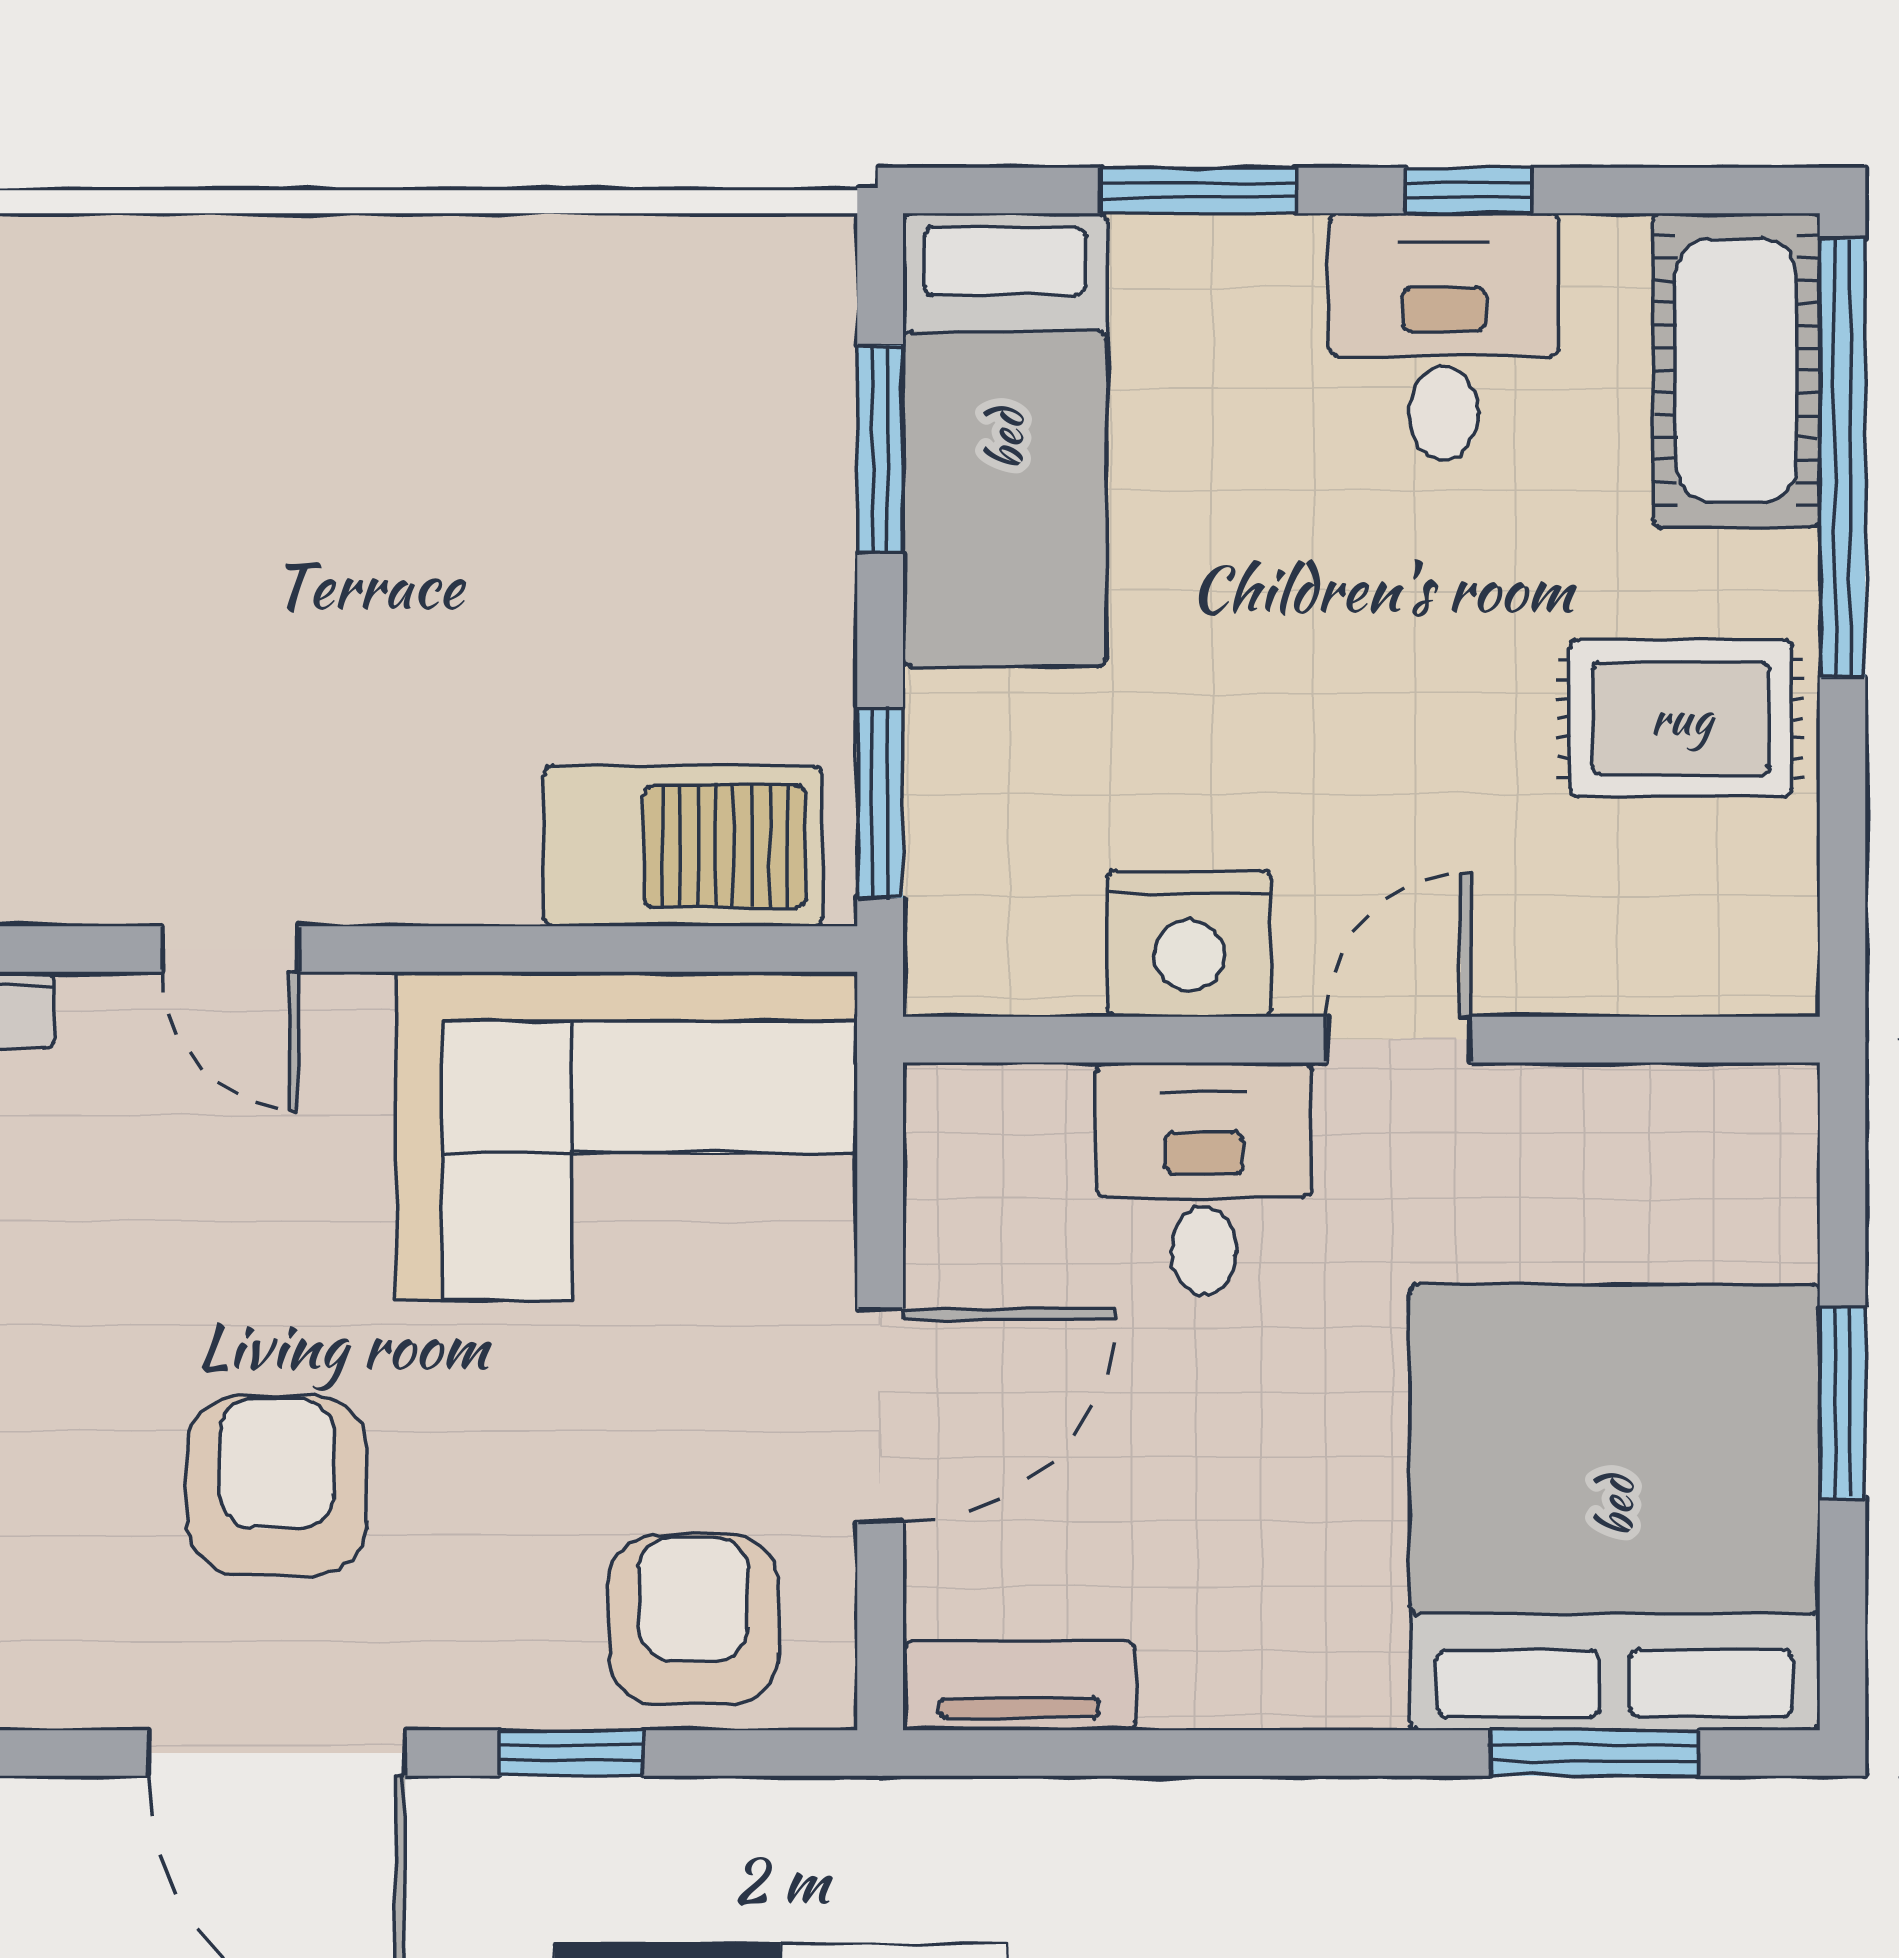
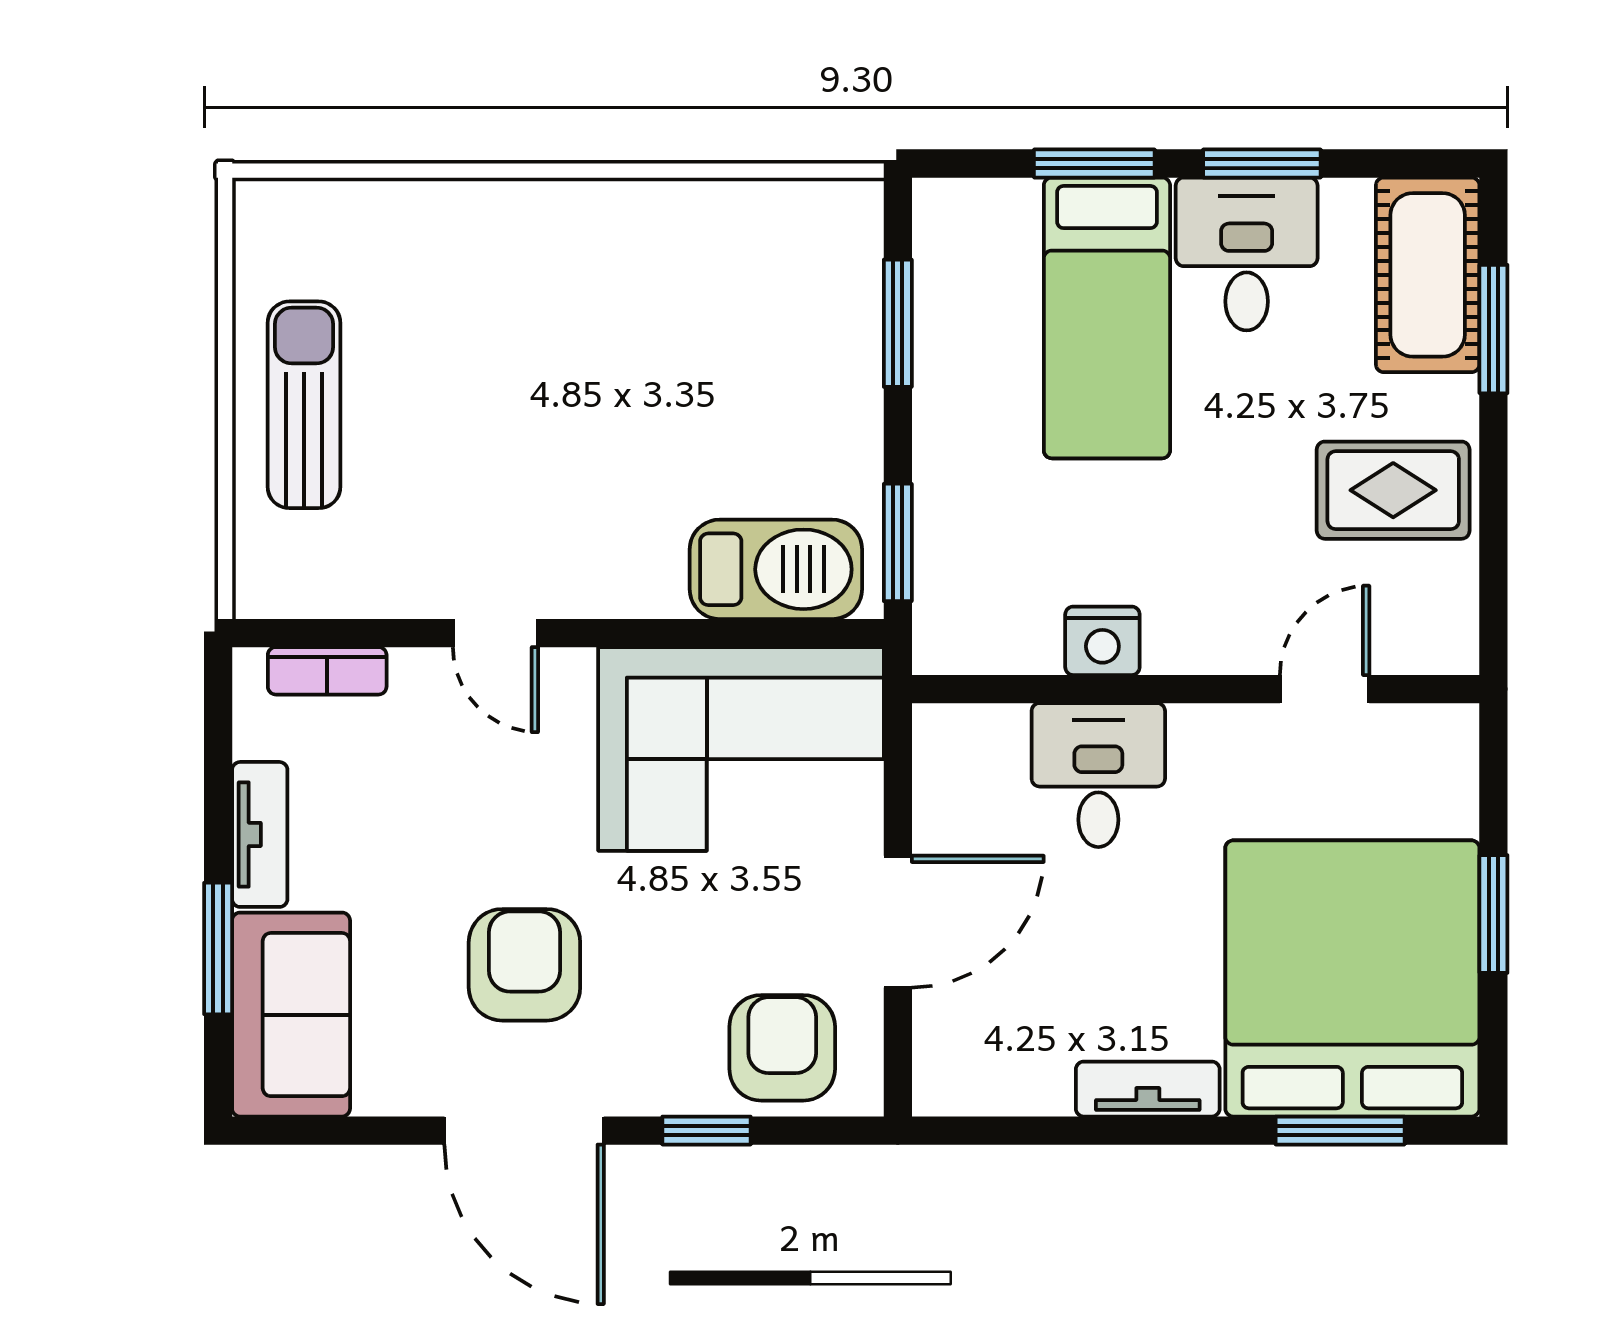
window: (1468, 190) -> (1262, 164), width x1.50
bed: (1005, 440) -> (1107, 318), moved
window: (1843, 458) -> (1493, 329), width x0.47
nightstand: (1189, 944) -> (1102, 641), width x0.74, depth x0.75
door: (1399, 1040) -> (1325, 689), moved
tv unit: (1019, 1686) -> (1148, 1089), moved

